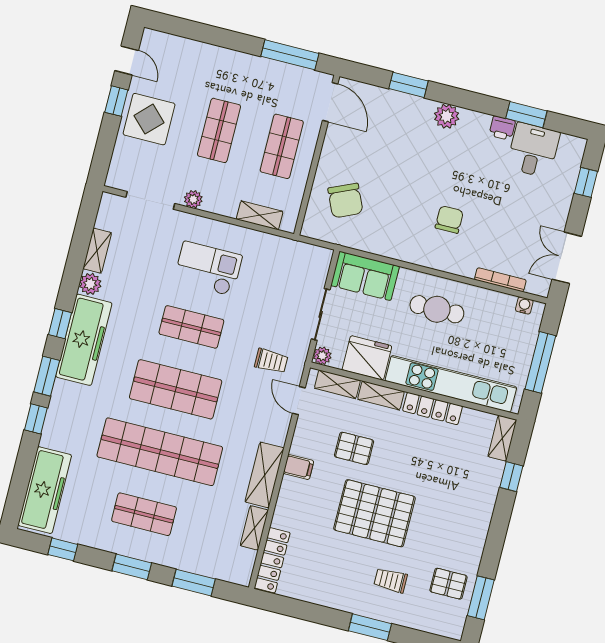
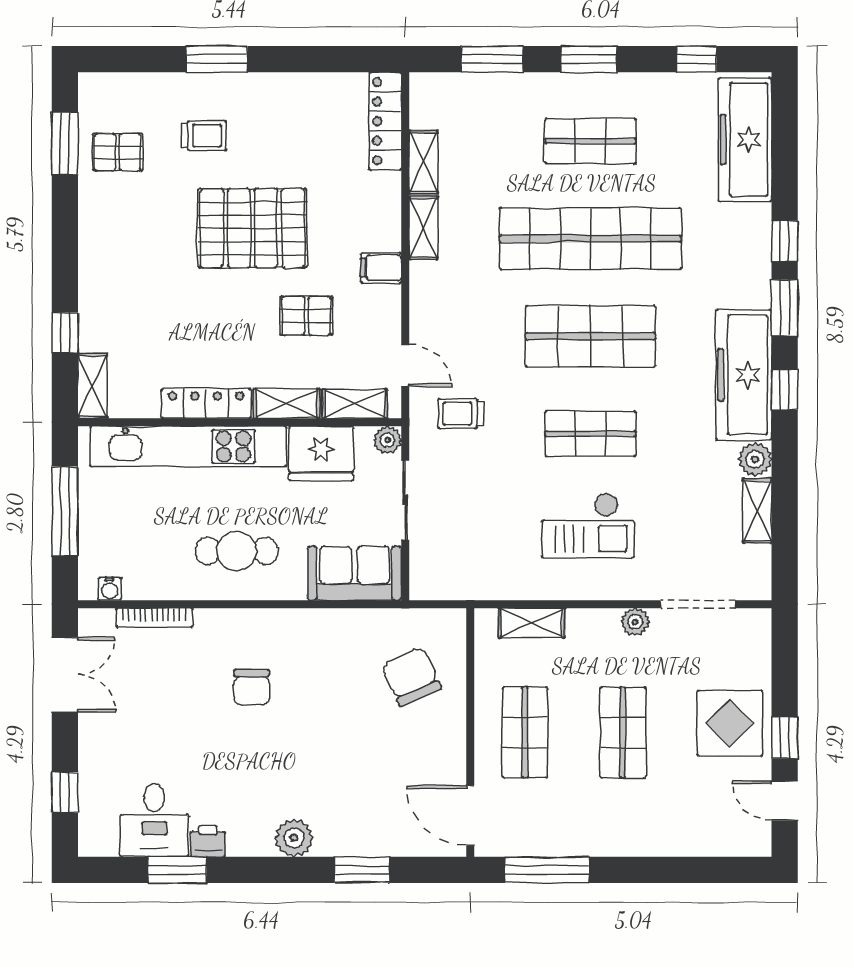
shelving: (265, 475) -> (423, 228), width x0.67, depth x0.75

